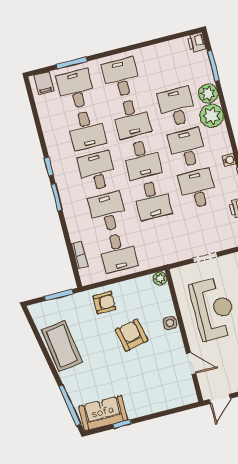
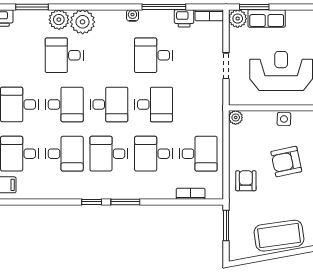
desk: (187, 148) -> (109, 55), removed

